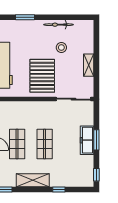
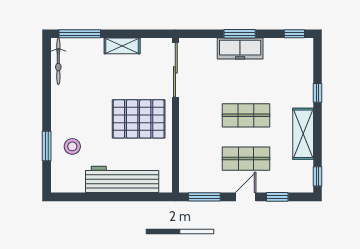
bicycle: (58, 25) -> (58, 61), moved
window: (96, 38) -> (80, 34), added
stool: (61, 48) -> (72, 146), moved

